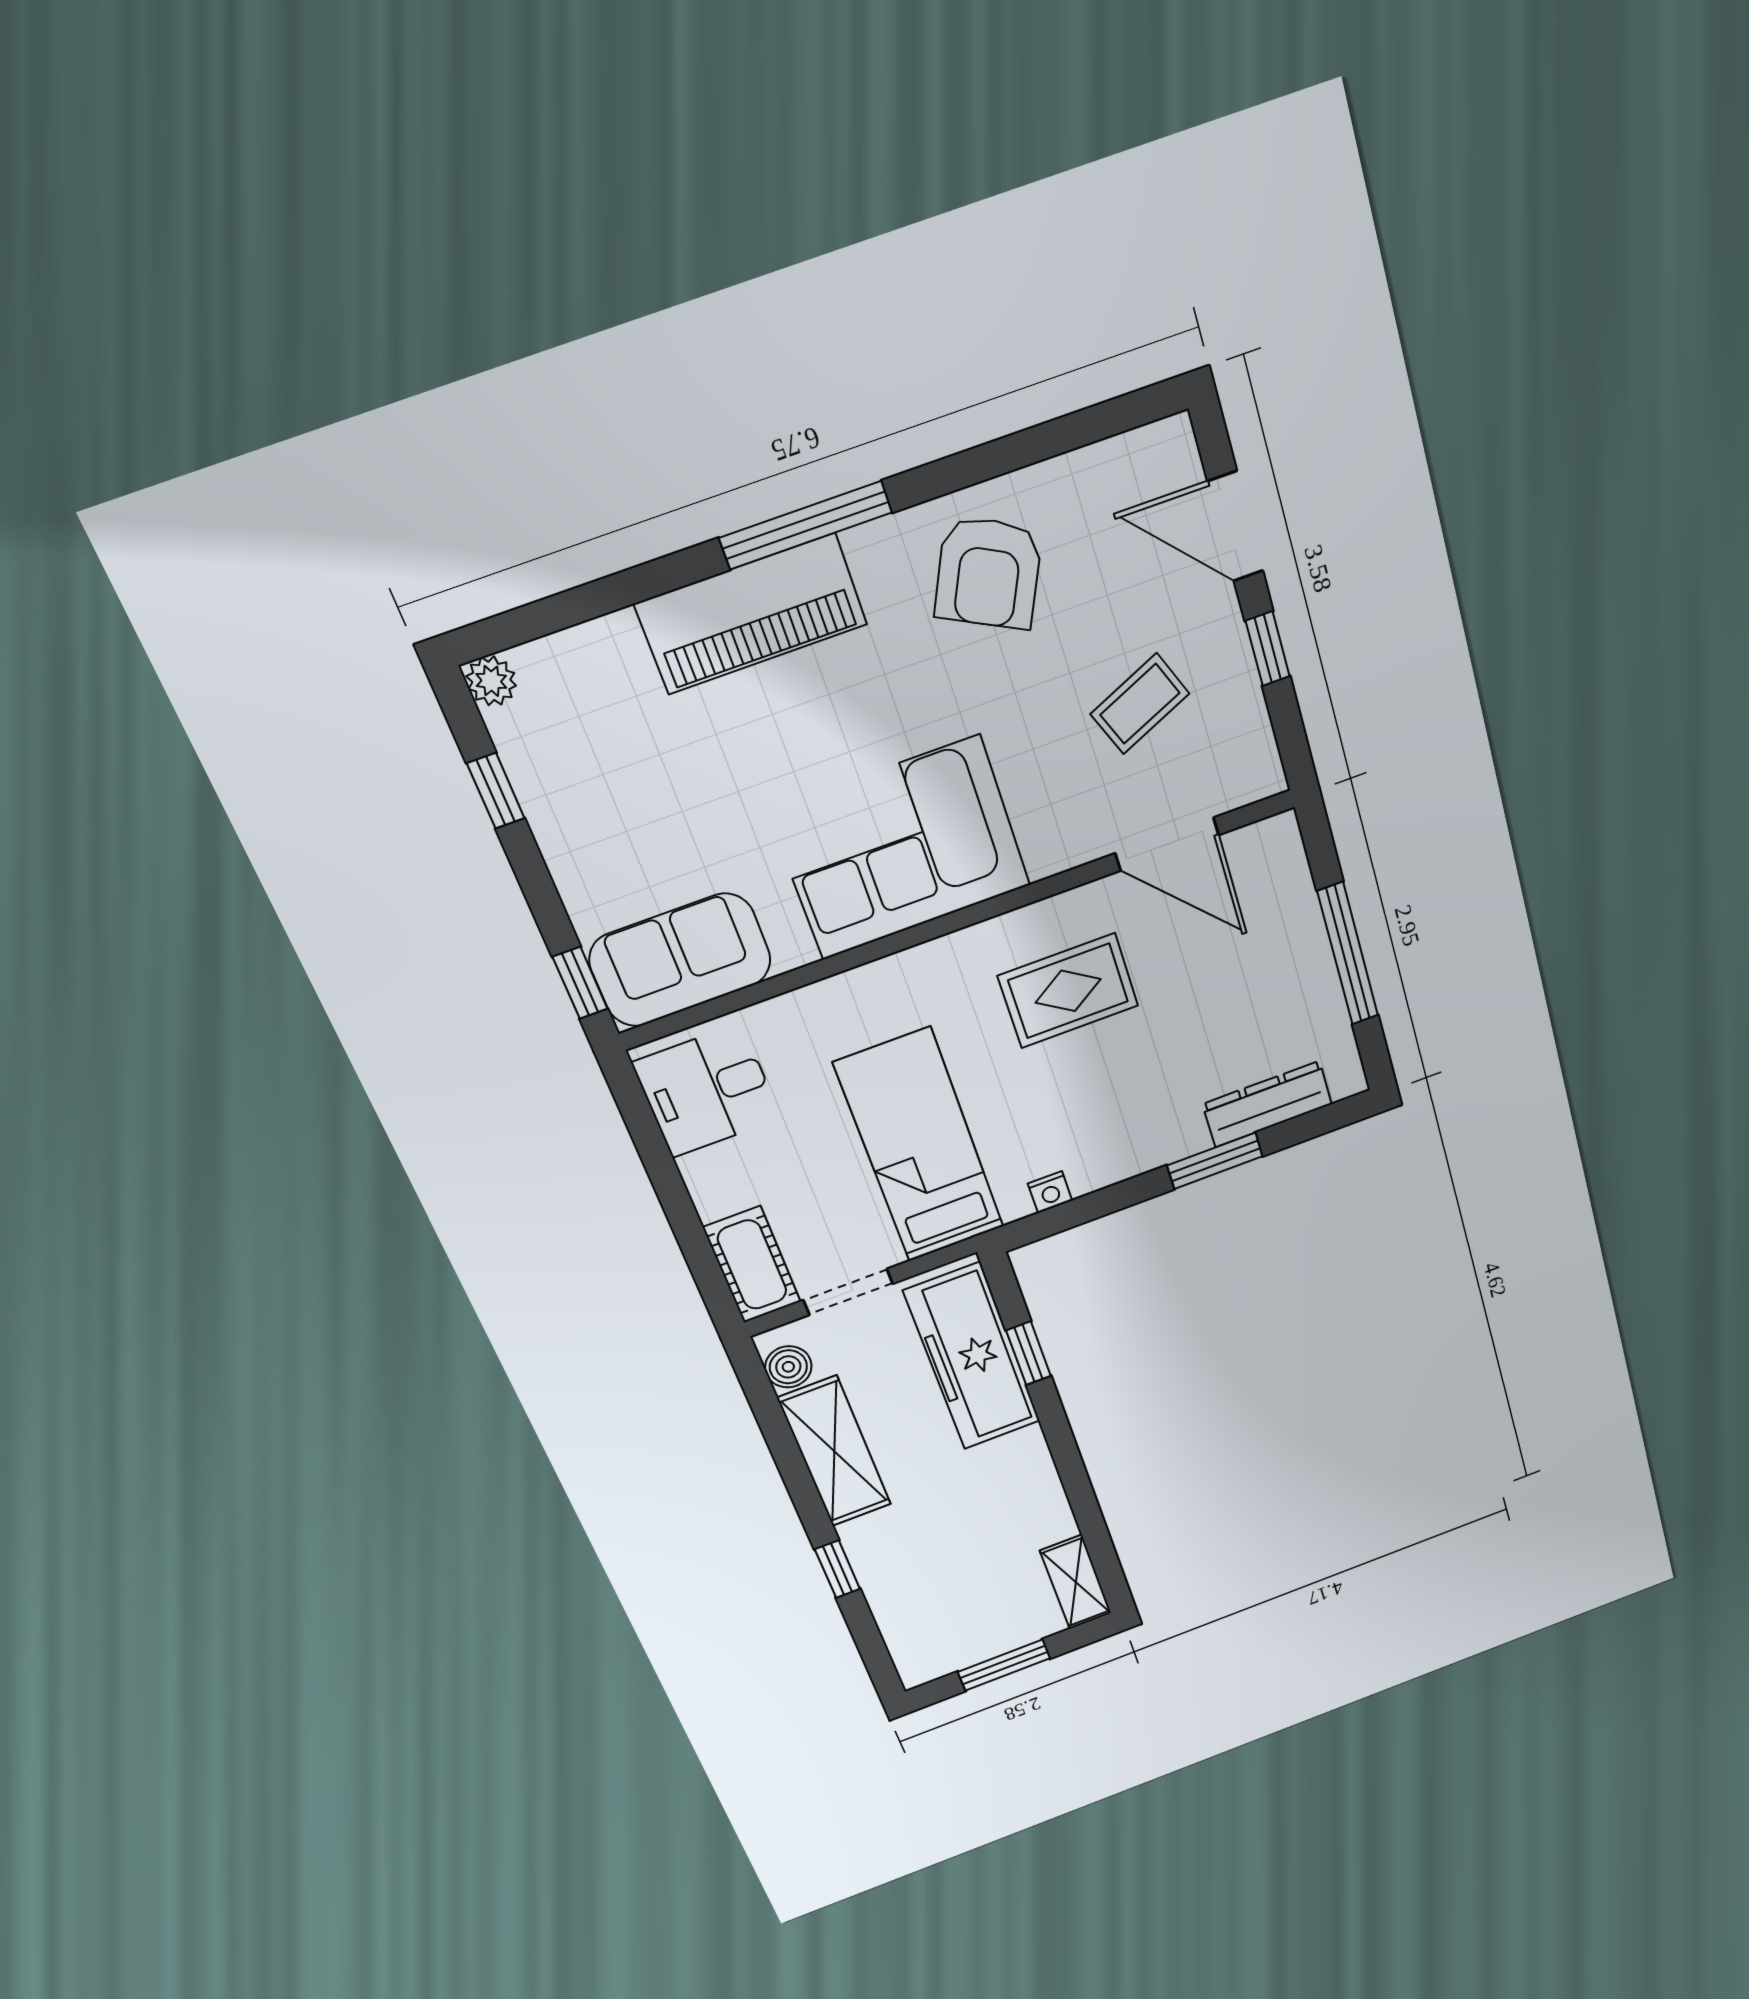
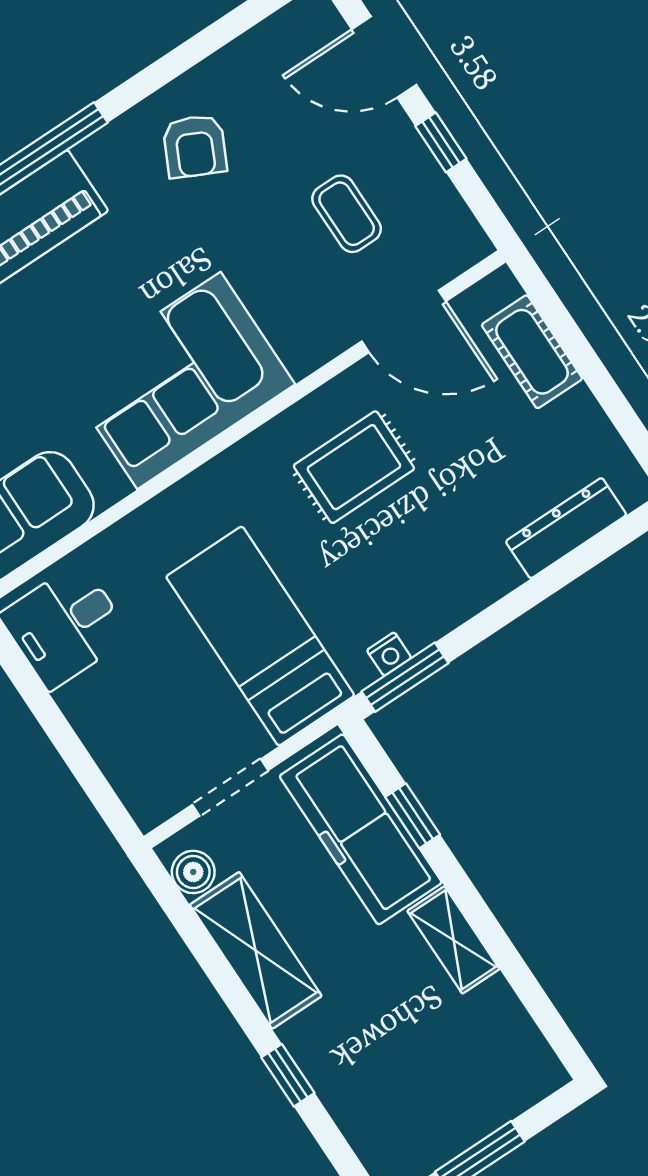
armchair: (988, 573) -> (195, 146), width x0.72, depth x0.72
coffee table: (1140, 704) -> (347, 214), turned -67
window: (1348, 954) -> (596, 376), removed
window: (1215, 1161) -> (405, 677), moved
cot: (752, 1265) -> (532, 352), moved
shelving: (1076, 1582) -> (453, 940), moved

